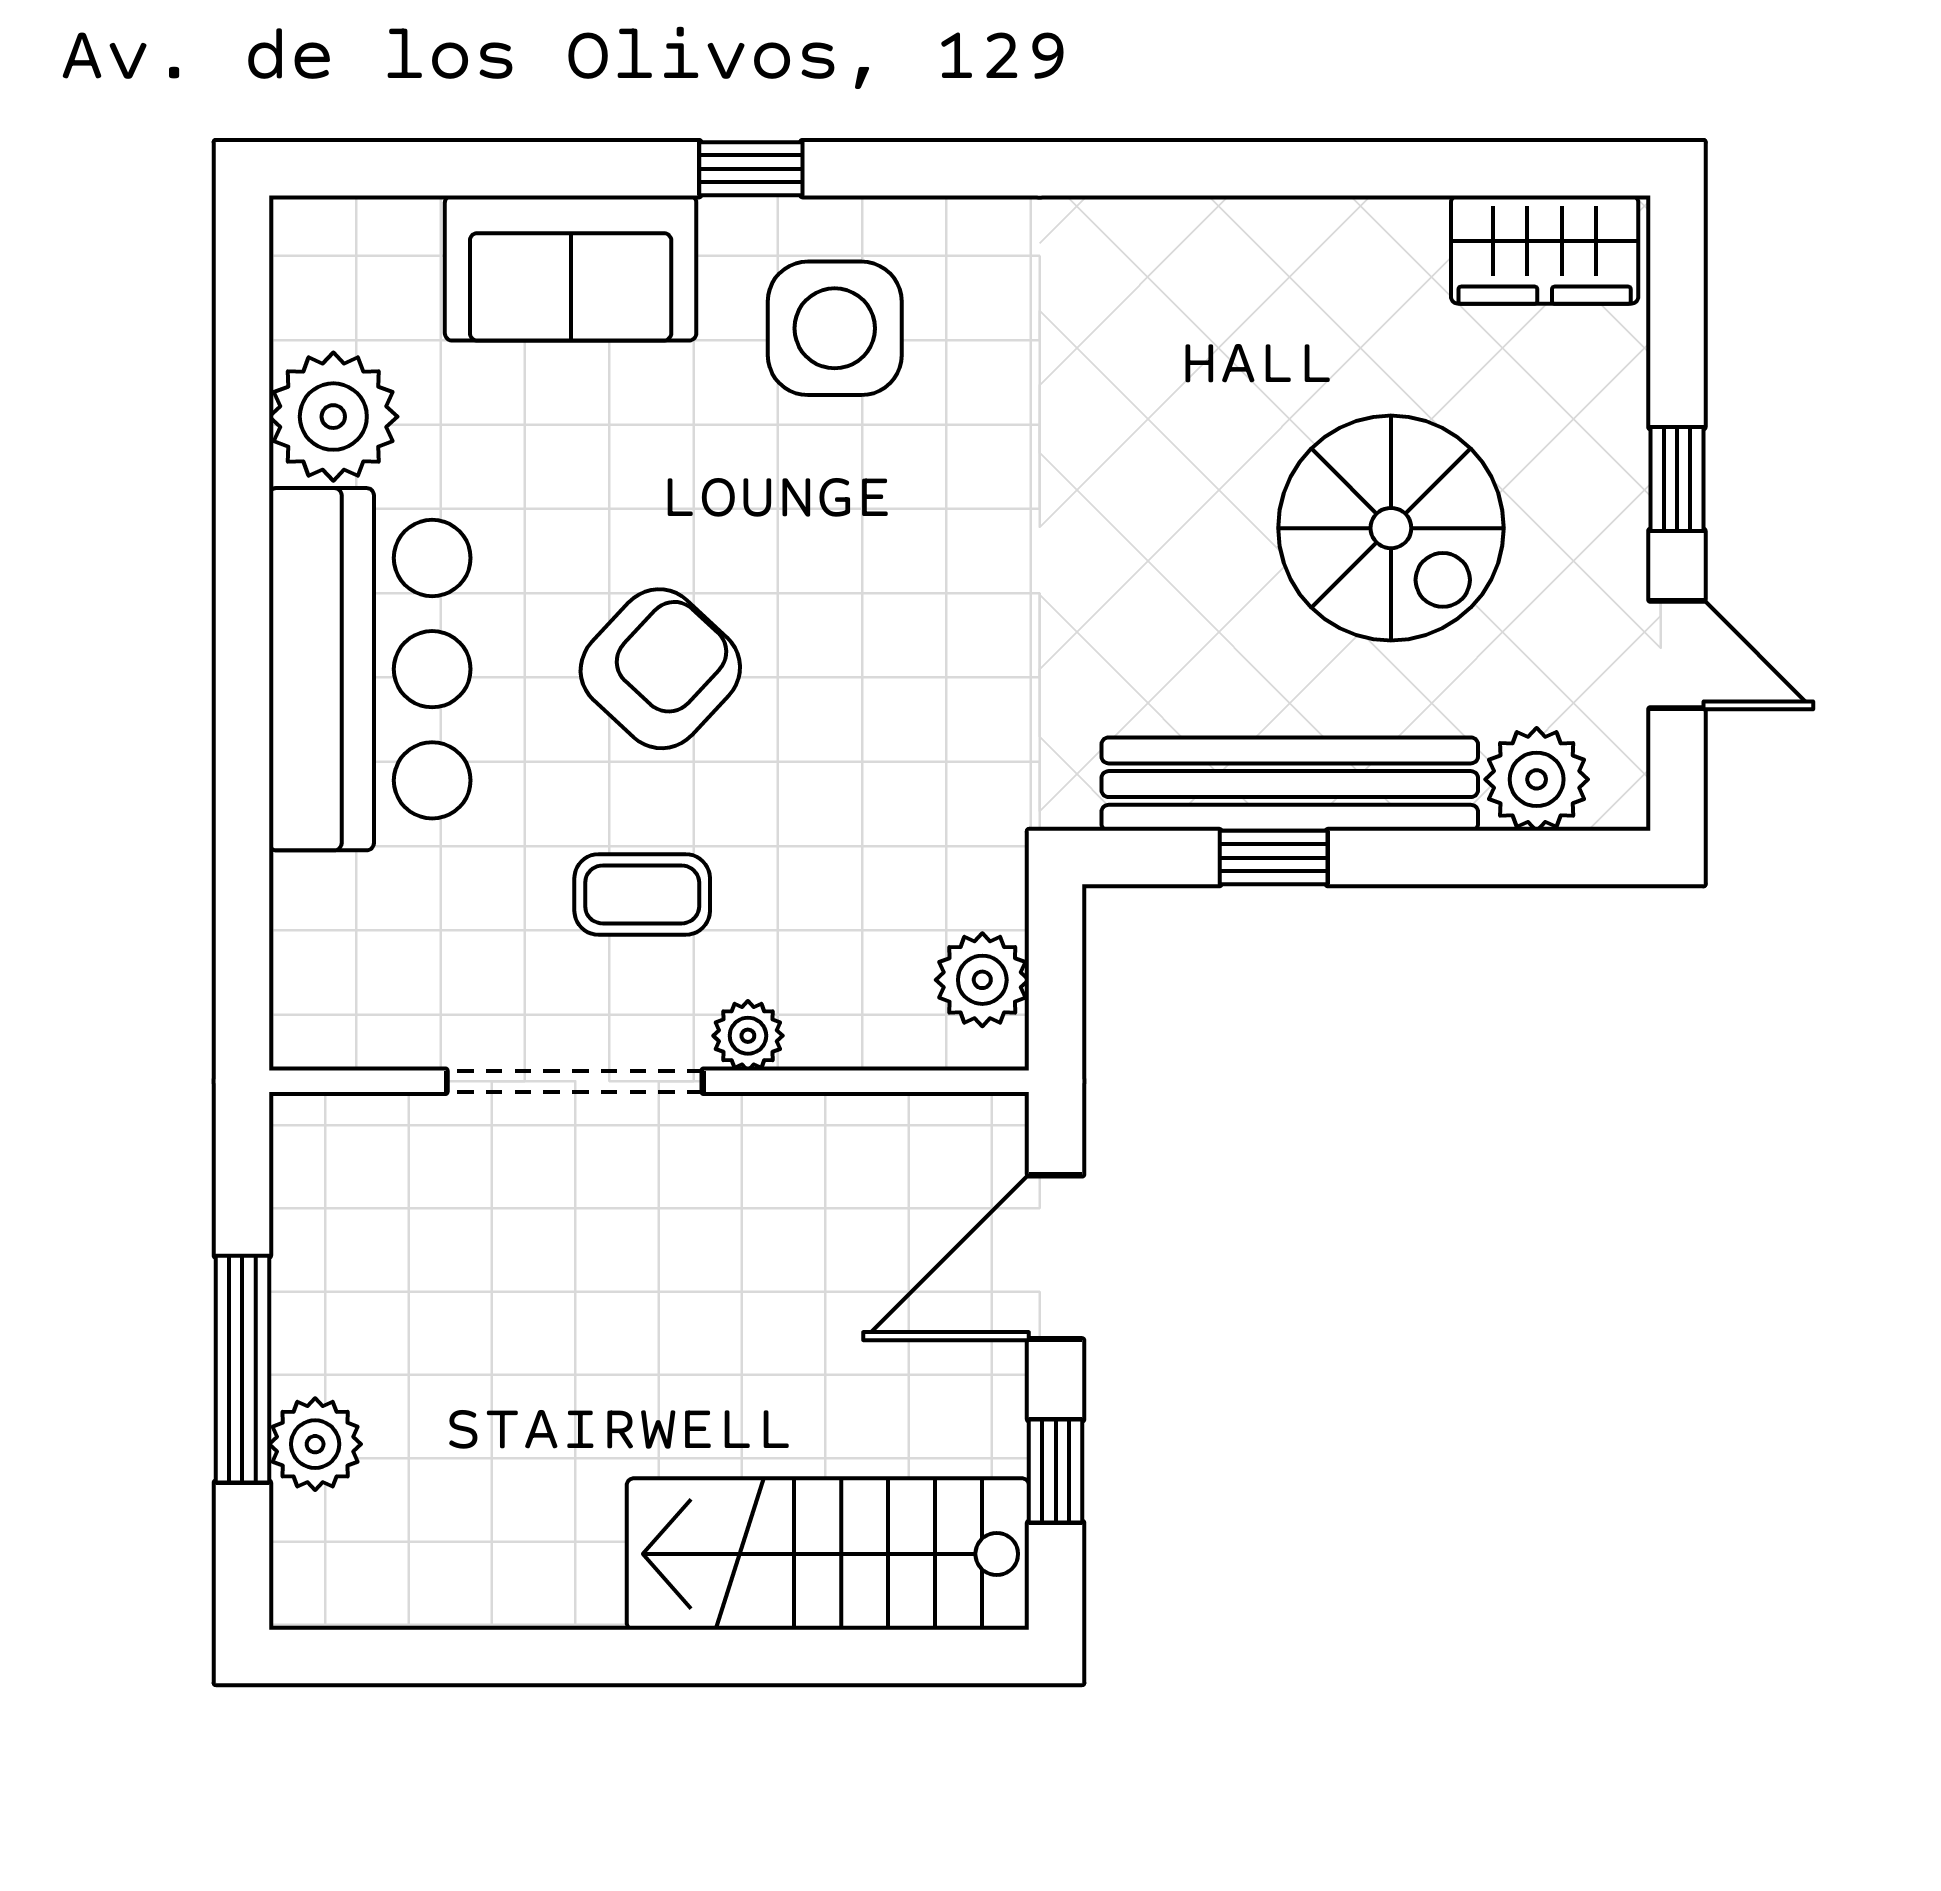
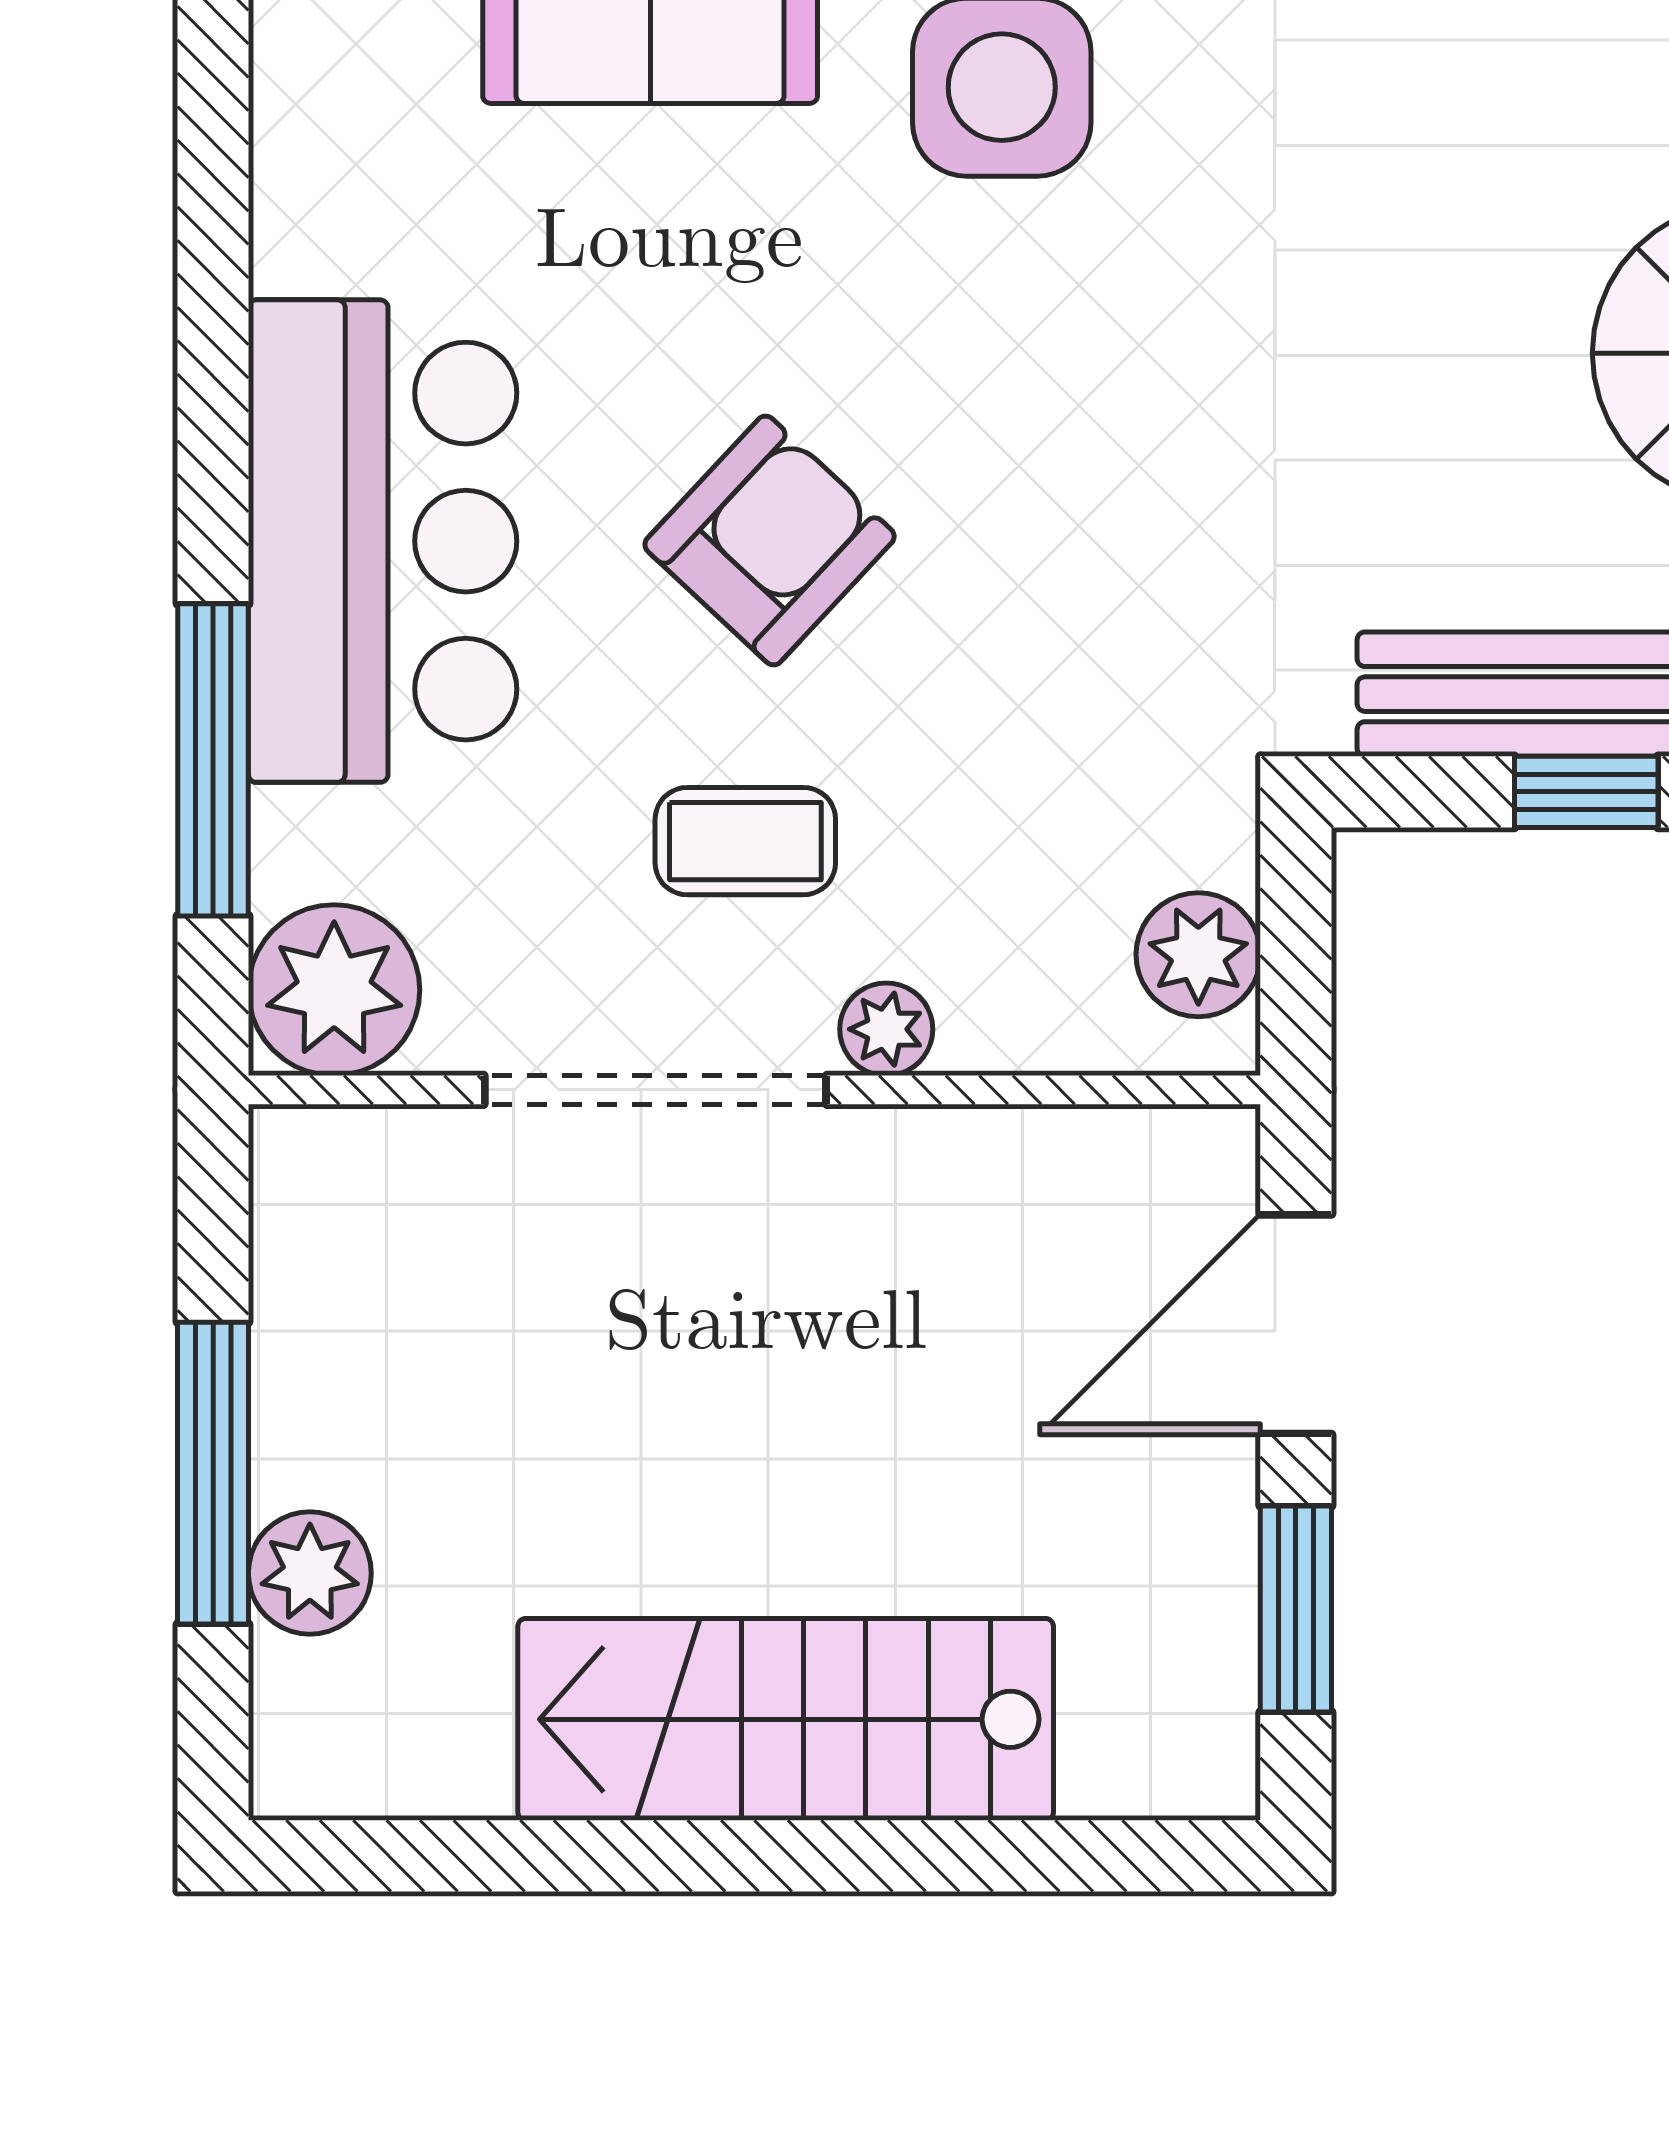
plant: (333, 417) -> (334, 990), moved
window: (242, 833) -> (213, 760), added
window: (1056, 1471) -> (1296, 1609), width x1.50
stairs: (828, 1554) -> (786, 1719), moved

